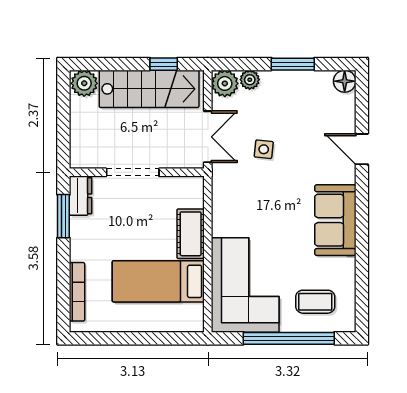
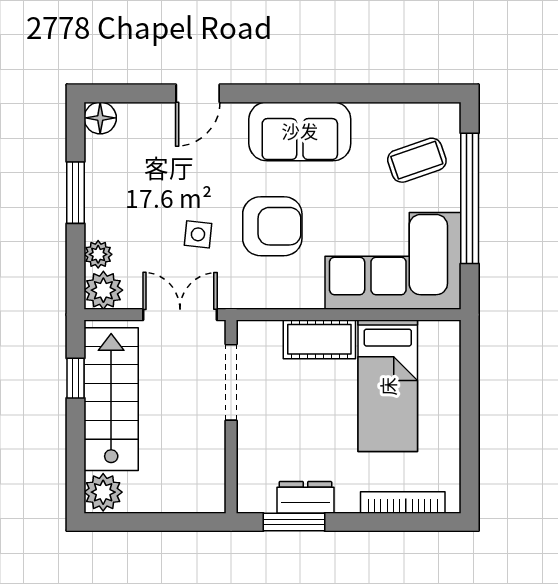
doorway: (133, 172) -> (231, 382), moved
dresser: (81, 196) -> (305, 497), moved
armchair: (269, 201) -> (272, 226), added
coffee table: (315, 302) -> (417, 160), turned 71

